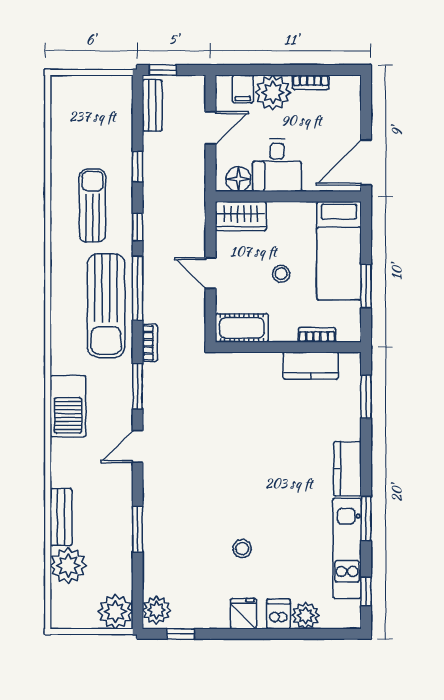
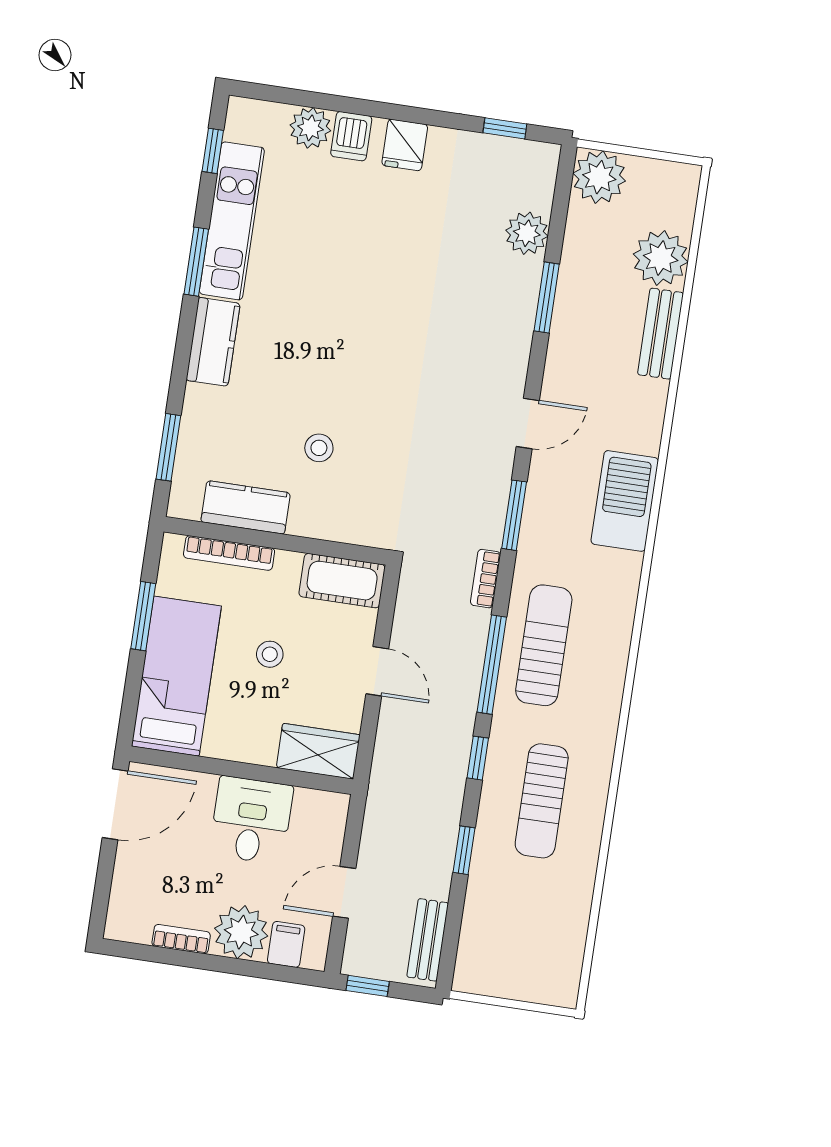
window: (163, 70) -> (368, 986), moved
floor lamp: (238, 179) -> (313, 808), removed
sun lounger: (106, 306) -> (544, 645), width x0.73, depth x0.75
bookcase: (317, 335) -> (229, 553), width x1.56
stool: (242, 549) -> (319, 448), moved
plant: (156, 610) -> (527, 233), moved

